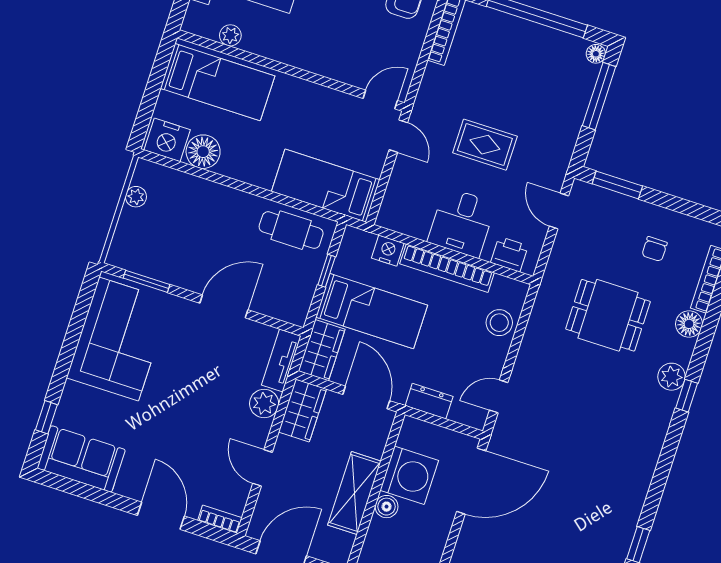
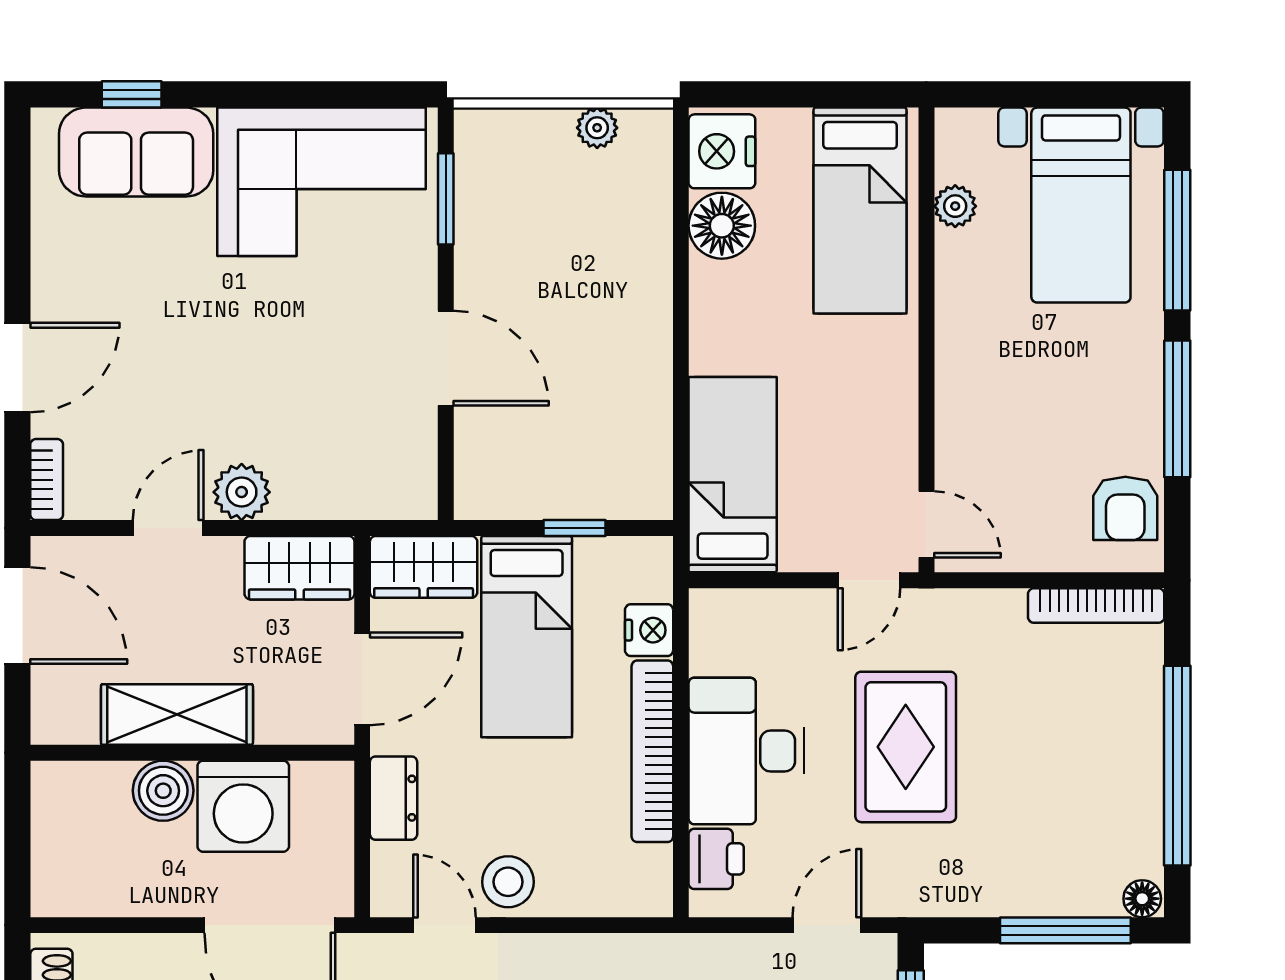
rug: (485, 145) -> (906, 747), width x1.36, depth x1.43
desk: (462, 223) -> (746, 751), width x1.37
cafe table: (291, 230) -> (629, 437), removed
stool: (499, 323) -> (508, 882), moved
tv unit: (281, 361) -> (380, 498), removed
plant: (264, 404) -> (242, 492), moved
sofa: (81, 459) -> (136, 152), moved, turned 90
boiler: (387, 507) -> (163, 791), width x1.36, depth x1.36

